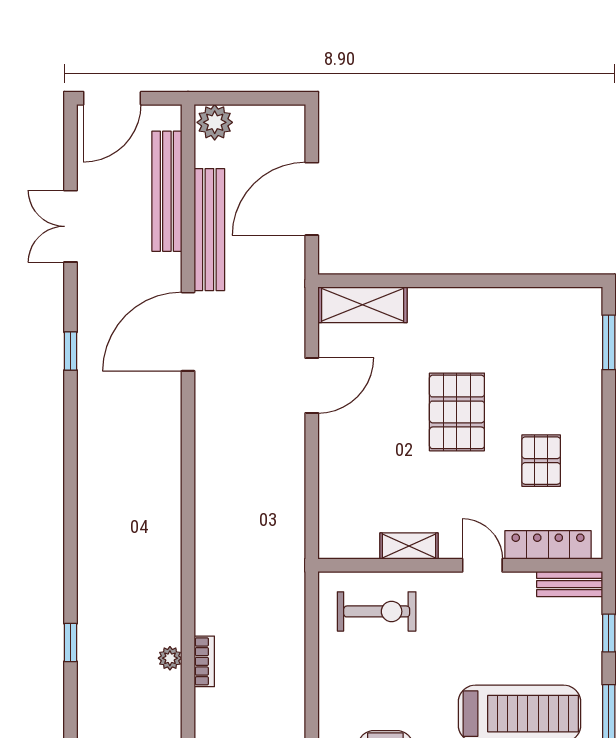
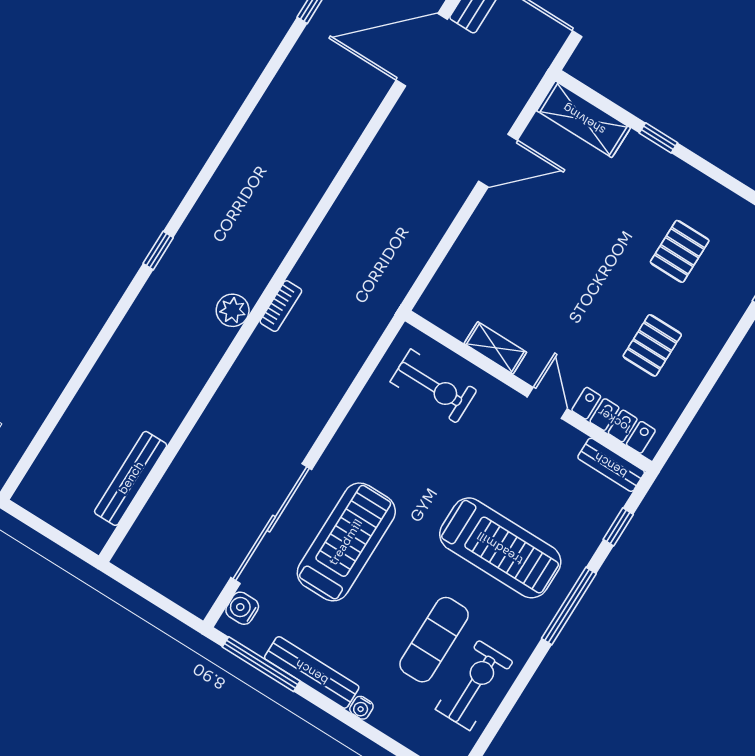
window: (436, 281) -> (658, 138), added
pallet: (457, 412) -> (680, 251), moved, width x0.67, depth x0.71
plant: (170, 658) -> (233, 310), width x1.38, depth x1.38
bookcase: (204, 661) -> (281, 306), moved

